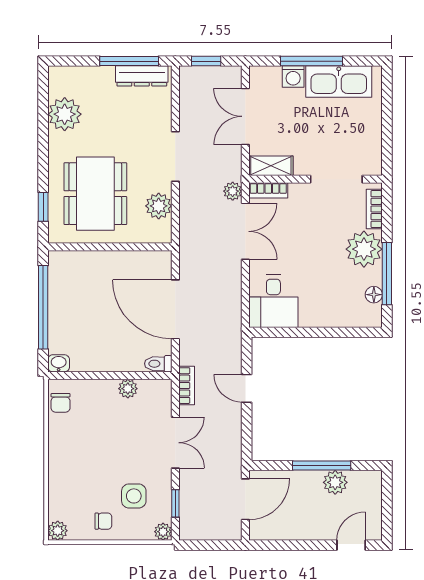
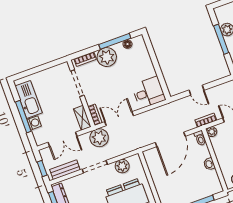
bench: (189, 101) -> (65, 170), added
plant: (233, 191) -> (99, 138), width x1.88, depth x1.88
washbasin: (59, 363) -> (209, 164), moved
door: (247, 388) -> (196, 90), hinge flipped
plant: (128, 389) -> (212, 132), moved

